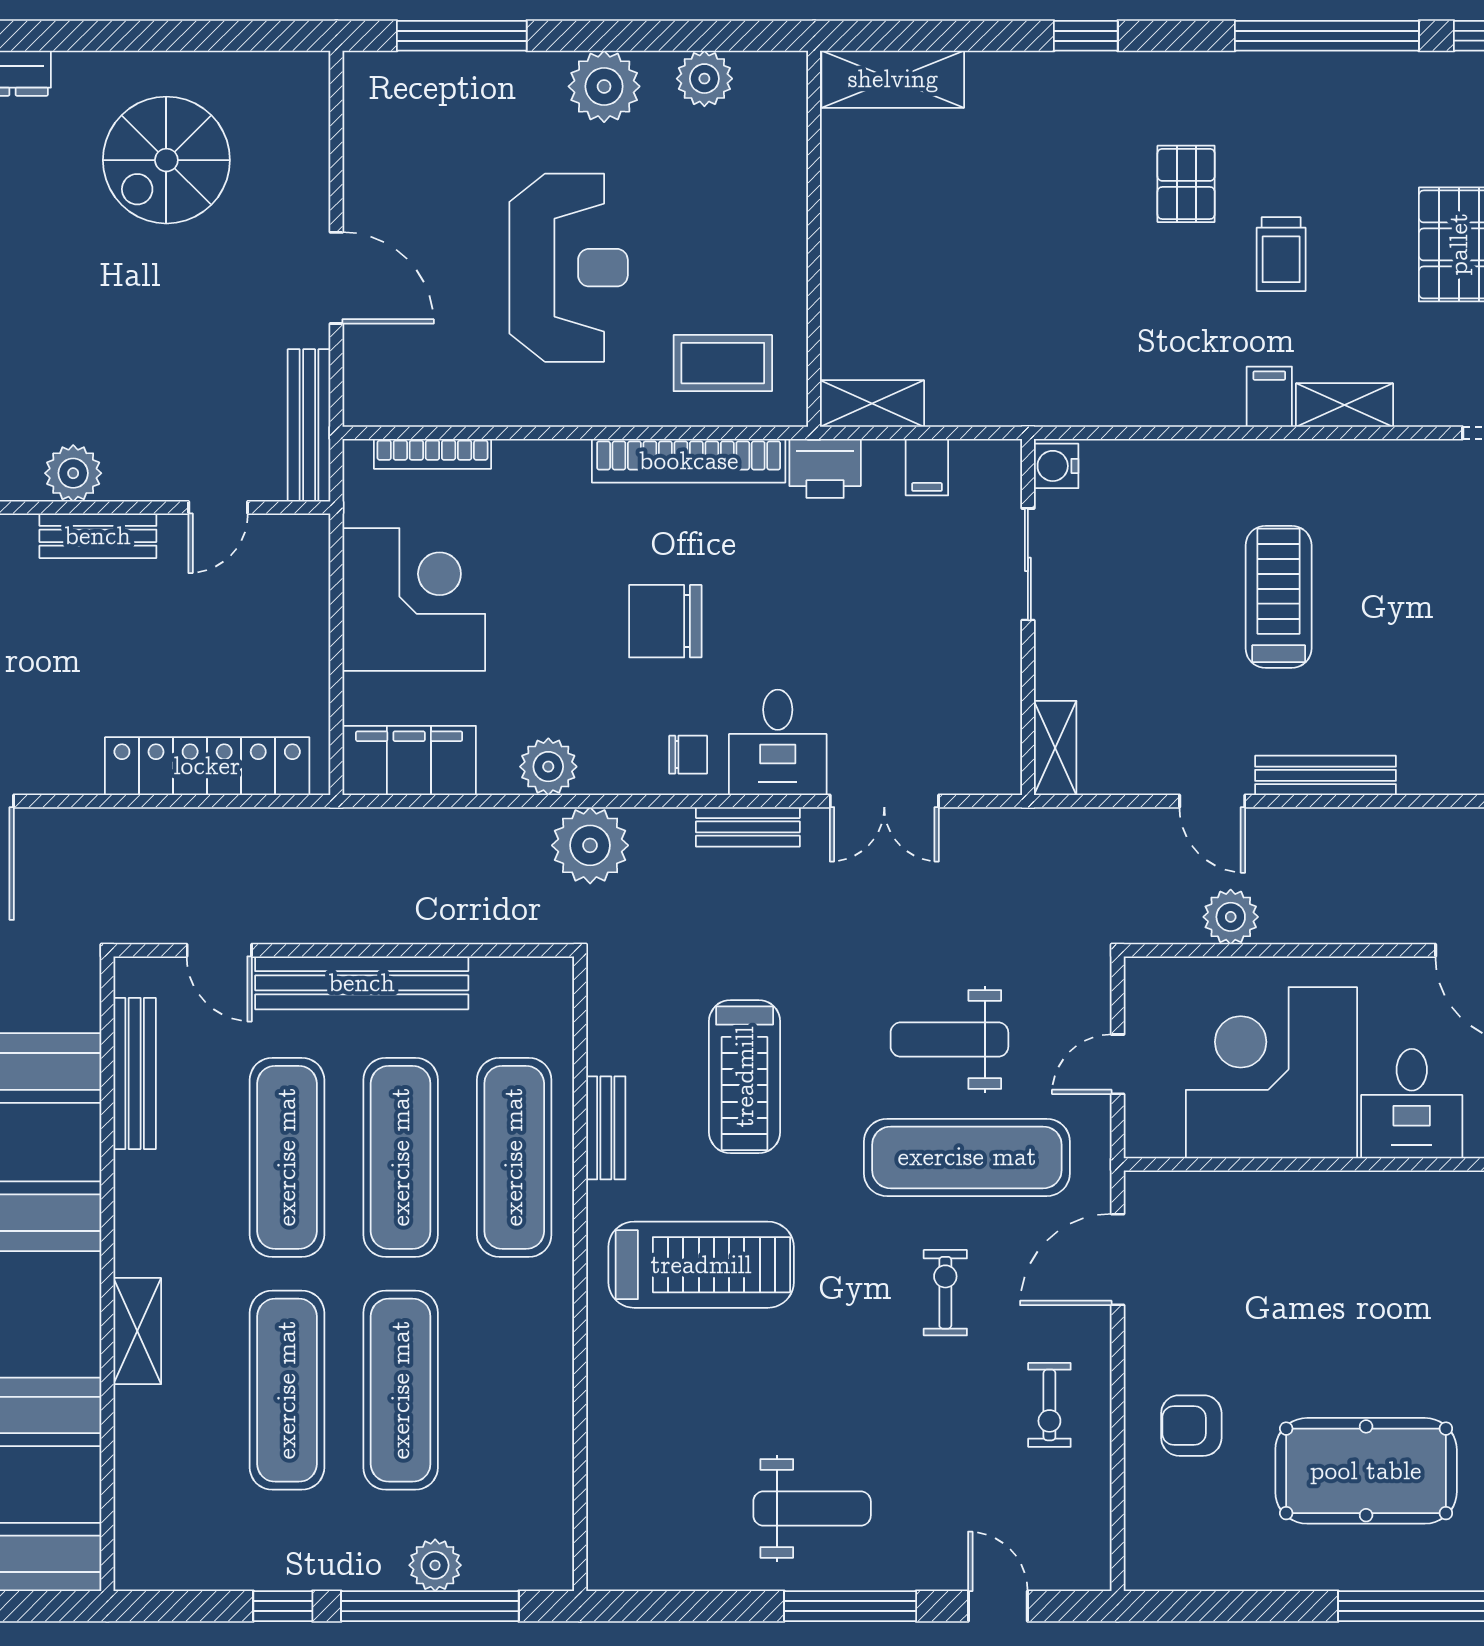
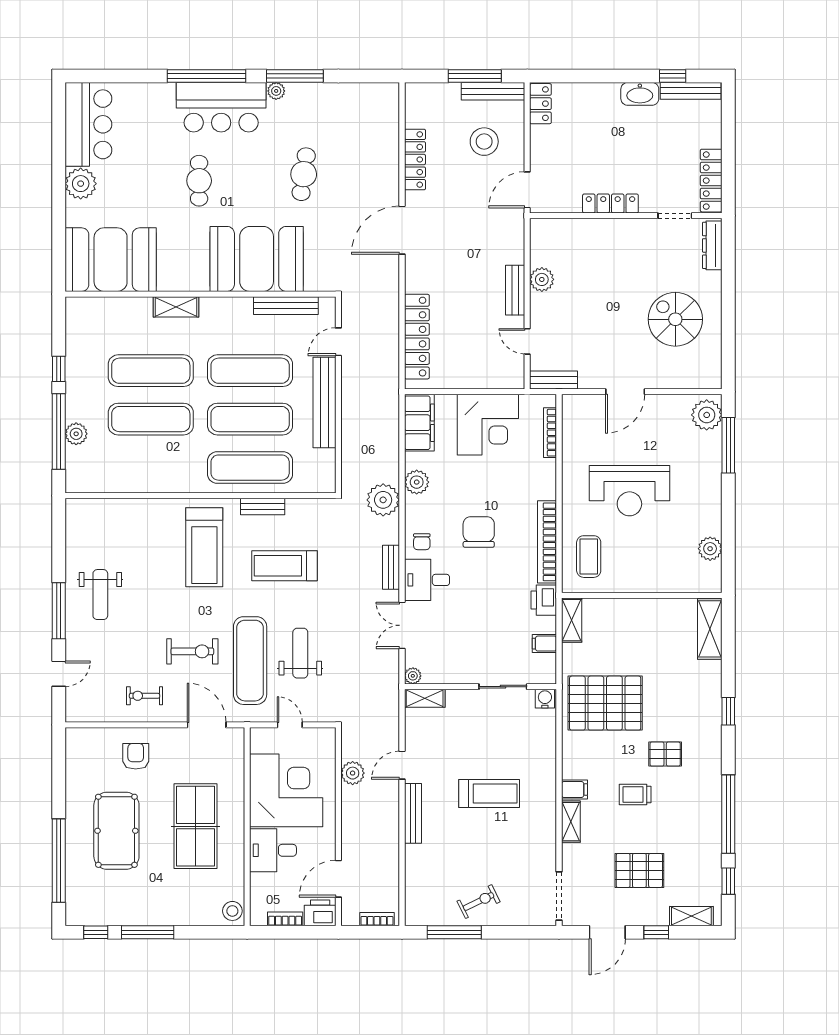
plant: (604, 86) -> (707, 415), moved
pallet: (1067, 325) -> (605, 703), added
bench: (309, 425) -> (554, 380), width x0.73
plant: (1003, 776) -> (413, 676), added
table tennis table: (1355, 1285) -> (196, 826), added
exercise bike: (945, 1293) -> (192, 651), width x1.38, depth x1.39

